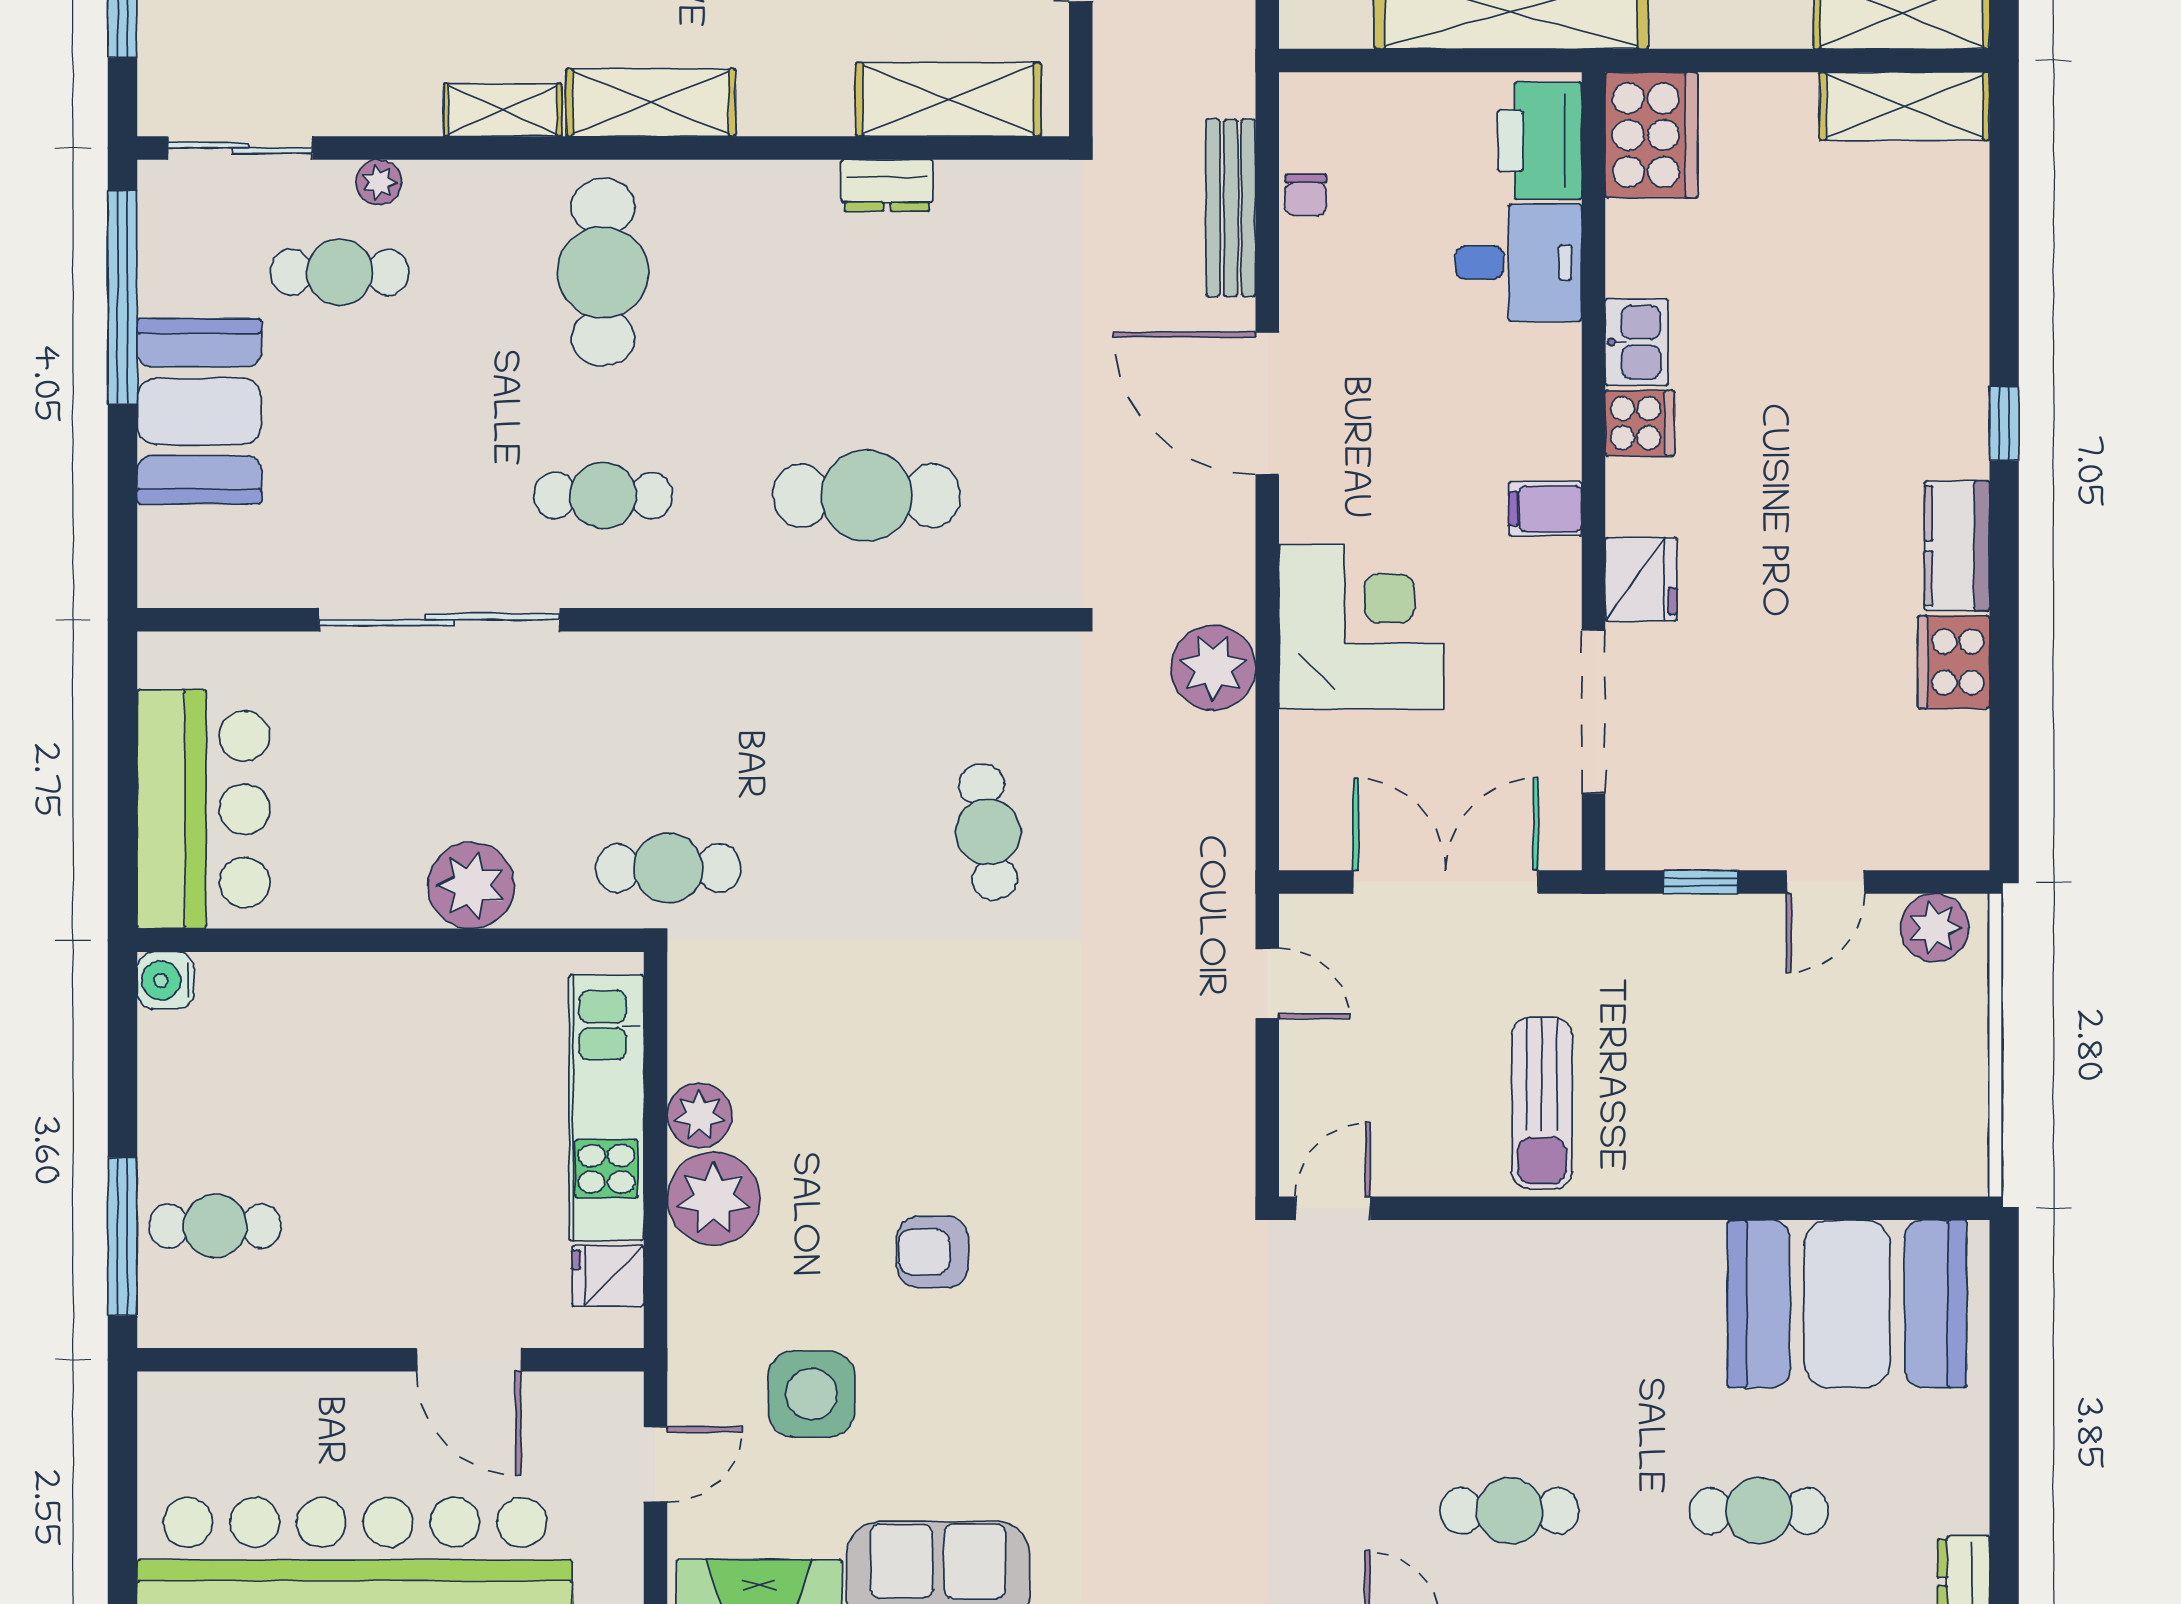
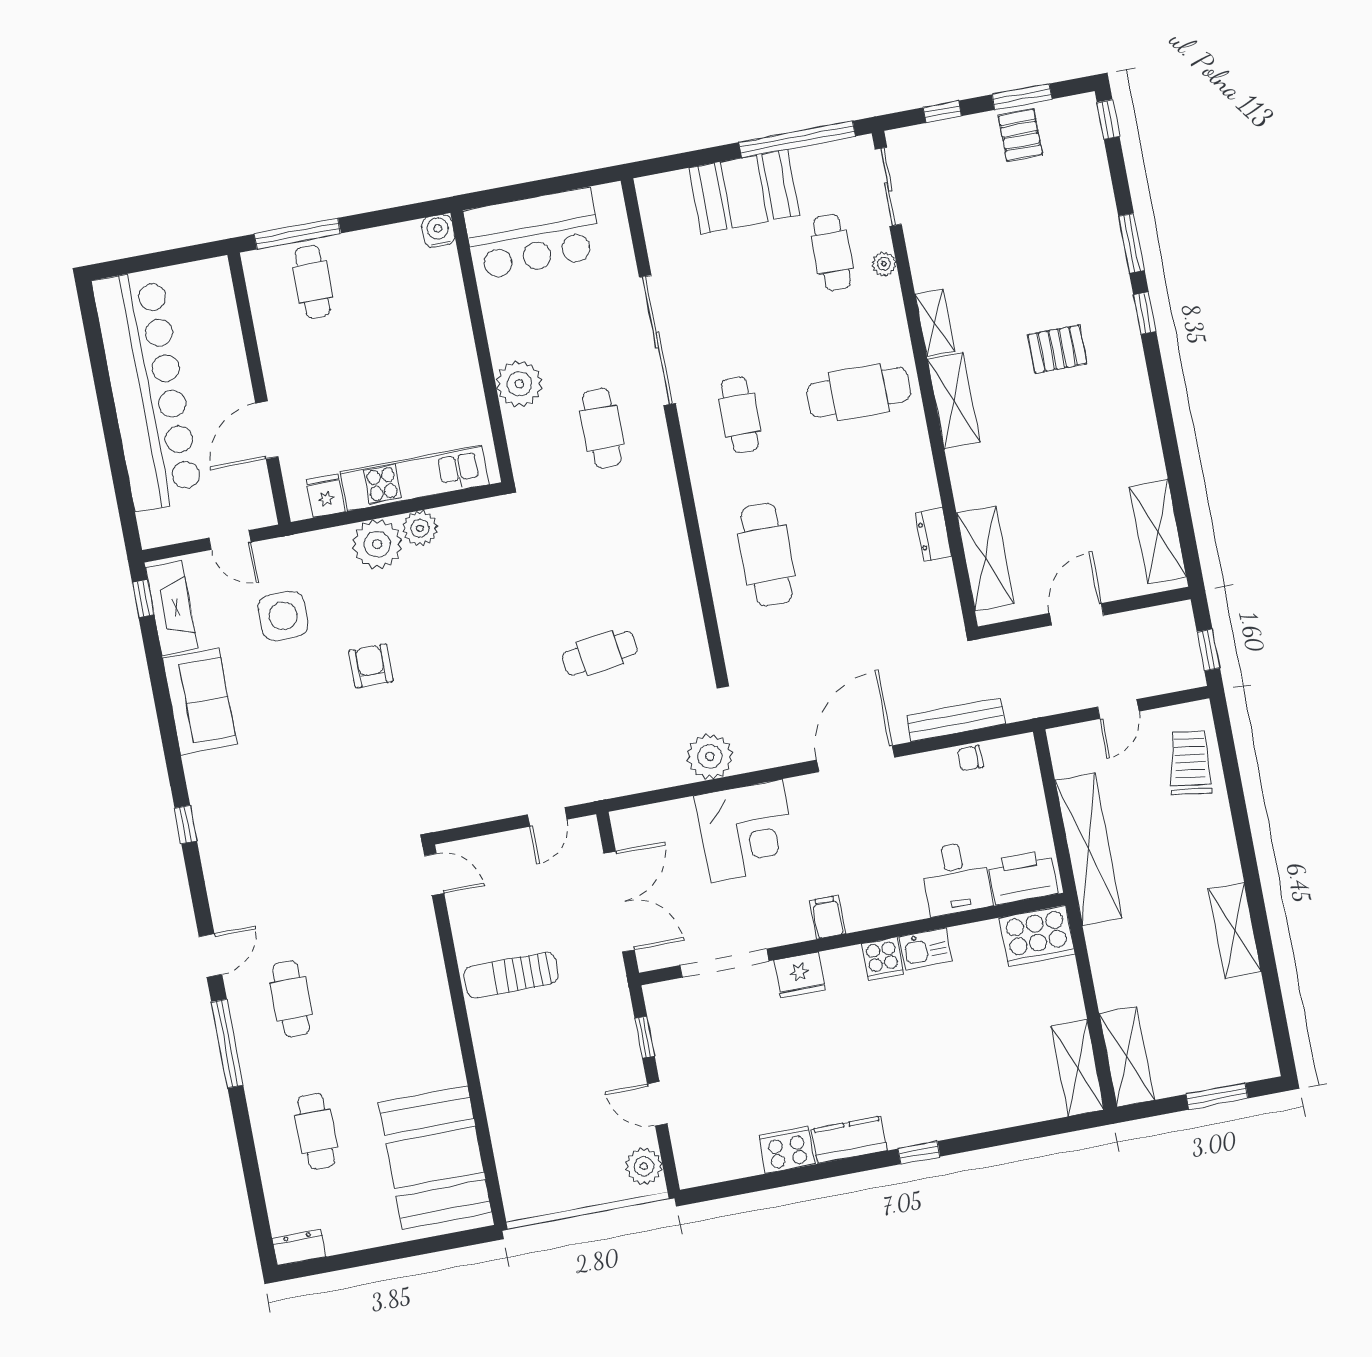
cafe table: (668, 868) -> (602, 428), moved

